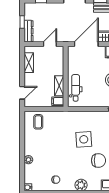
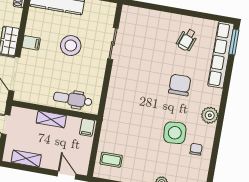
shelving: (59, 86) -> (51, 119), moved
side table: (84, 139) -> (175, 133), moved

